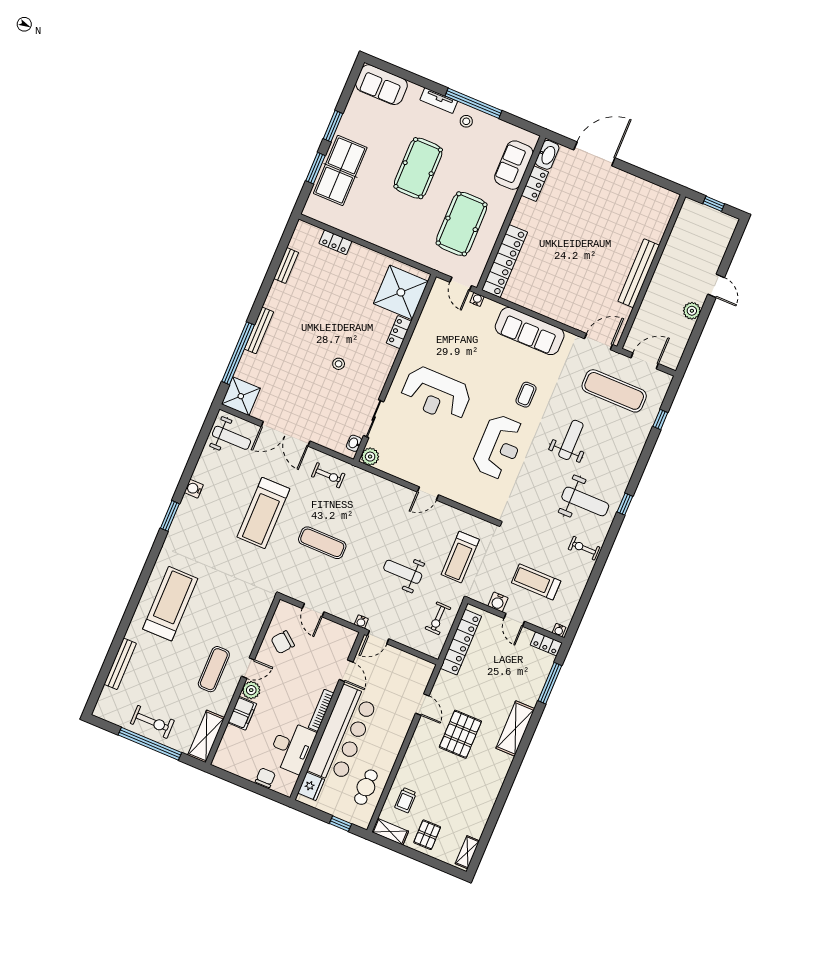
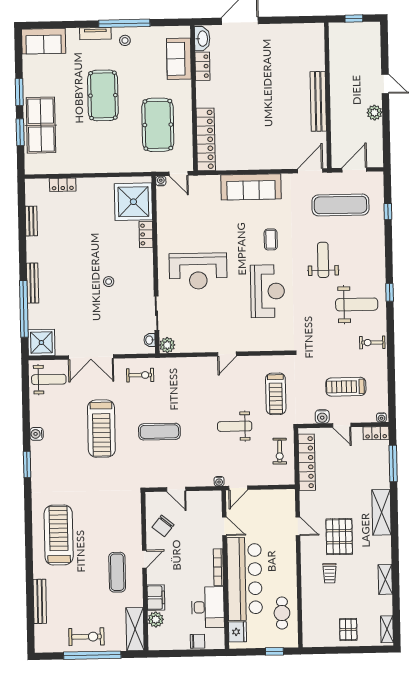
water cooler: (477, 299) -> (161, 181), moved
plant: (251, 690) -> (156, 619), moved
chair: (265, 778) -> (197, 641), turned 90
trolley: (406, 800) -> (330, 573), moved
shelving: (390, 832) -> (385, 579), moved, turned 90

